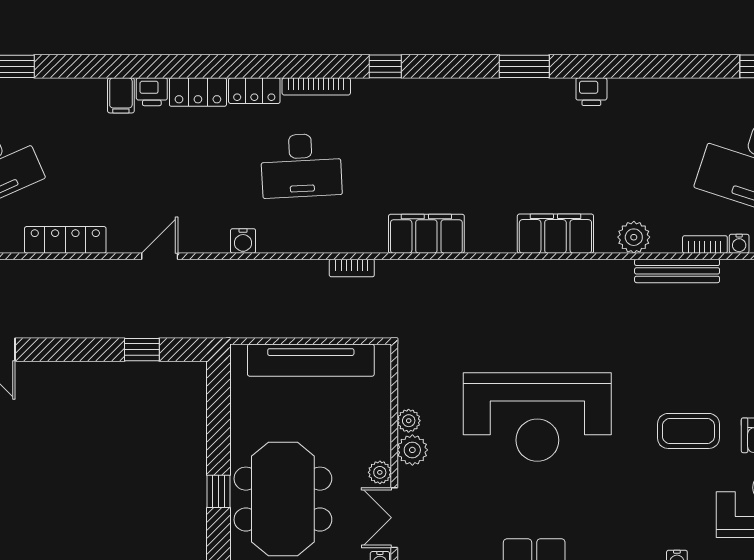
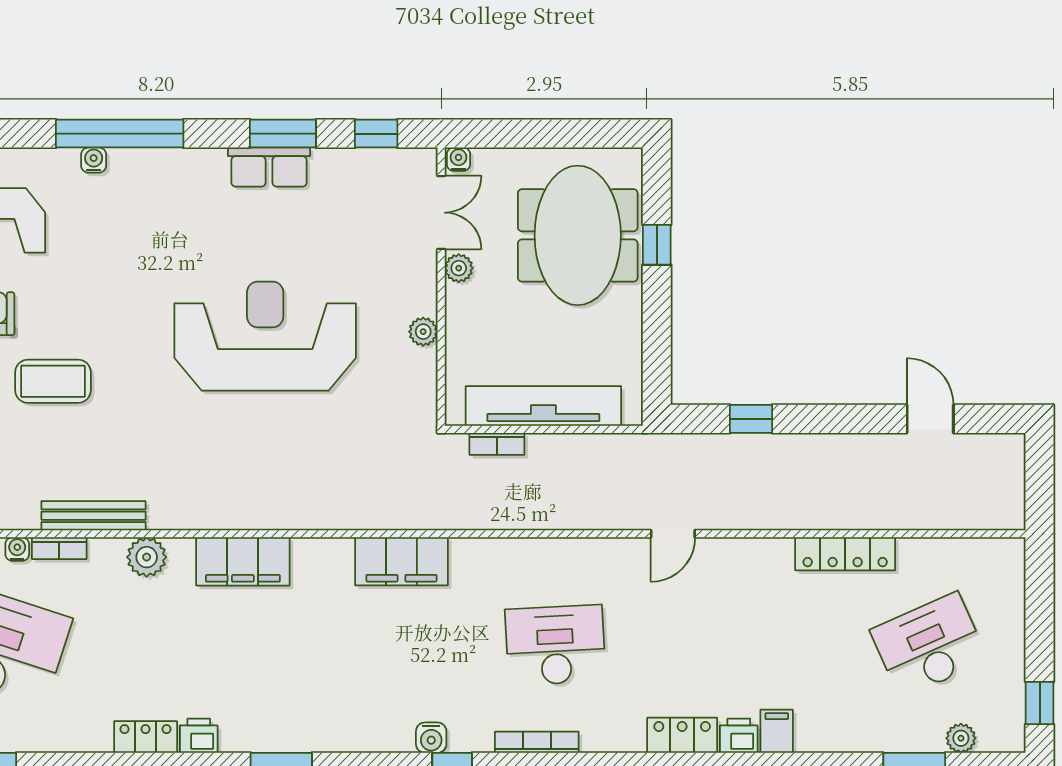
locker: (254, 91) -> (146, 737), moved
water cooler: (243, 241) -> (431, 738), moved, turned 180
door: (160, 256) -> (673, 534), moved
bookcase: (352, 268) -> (497, 444), moved, turned 180
coffee table: (688, 431) -> (53, 381), moved
plant: (412, 450) -> (419, 296), removed

